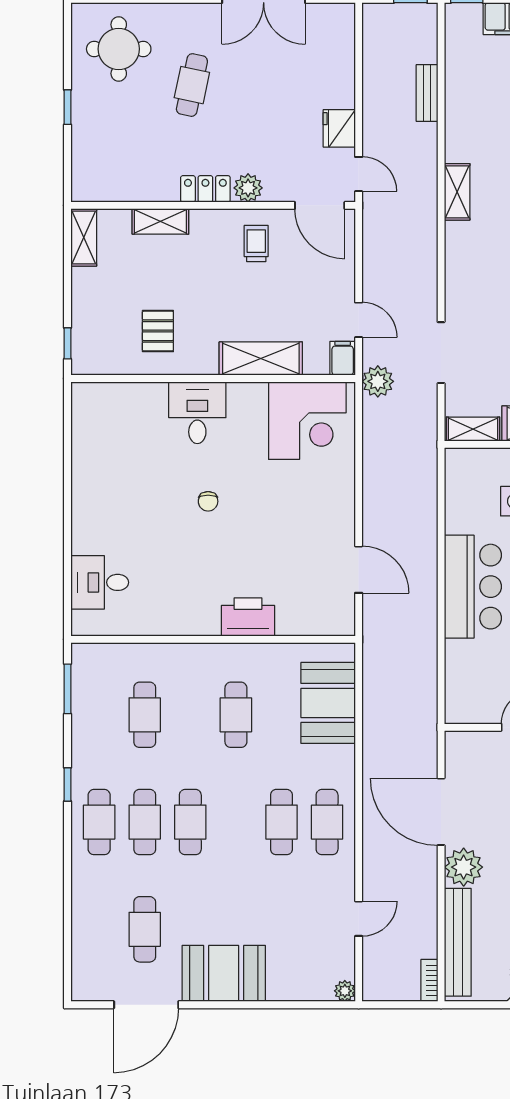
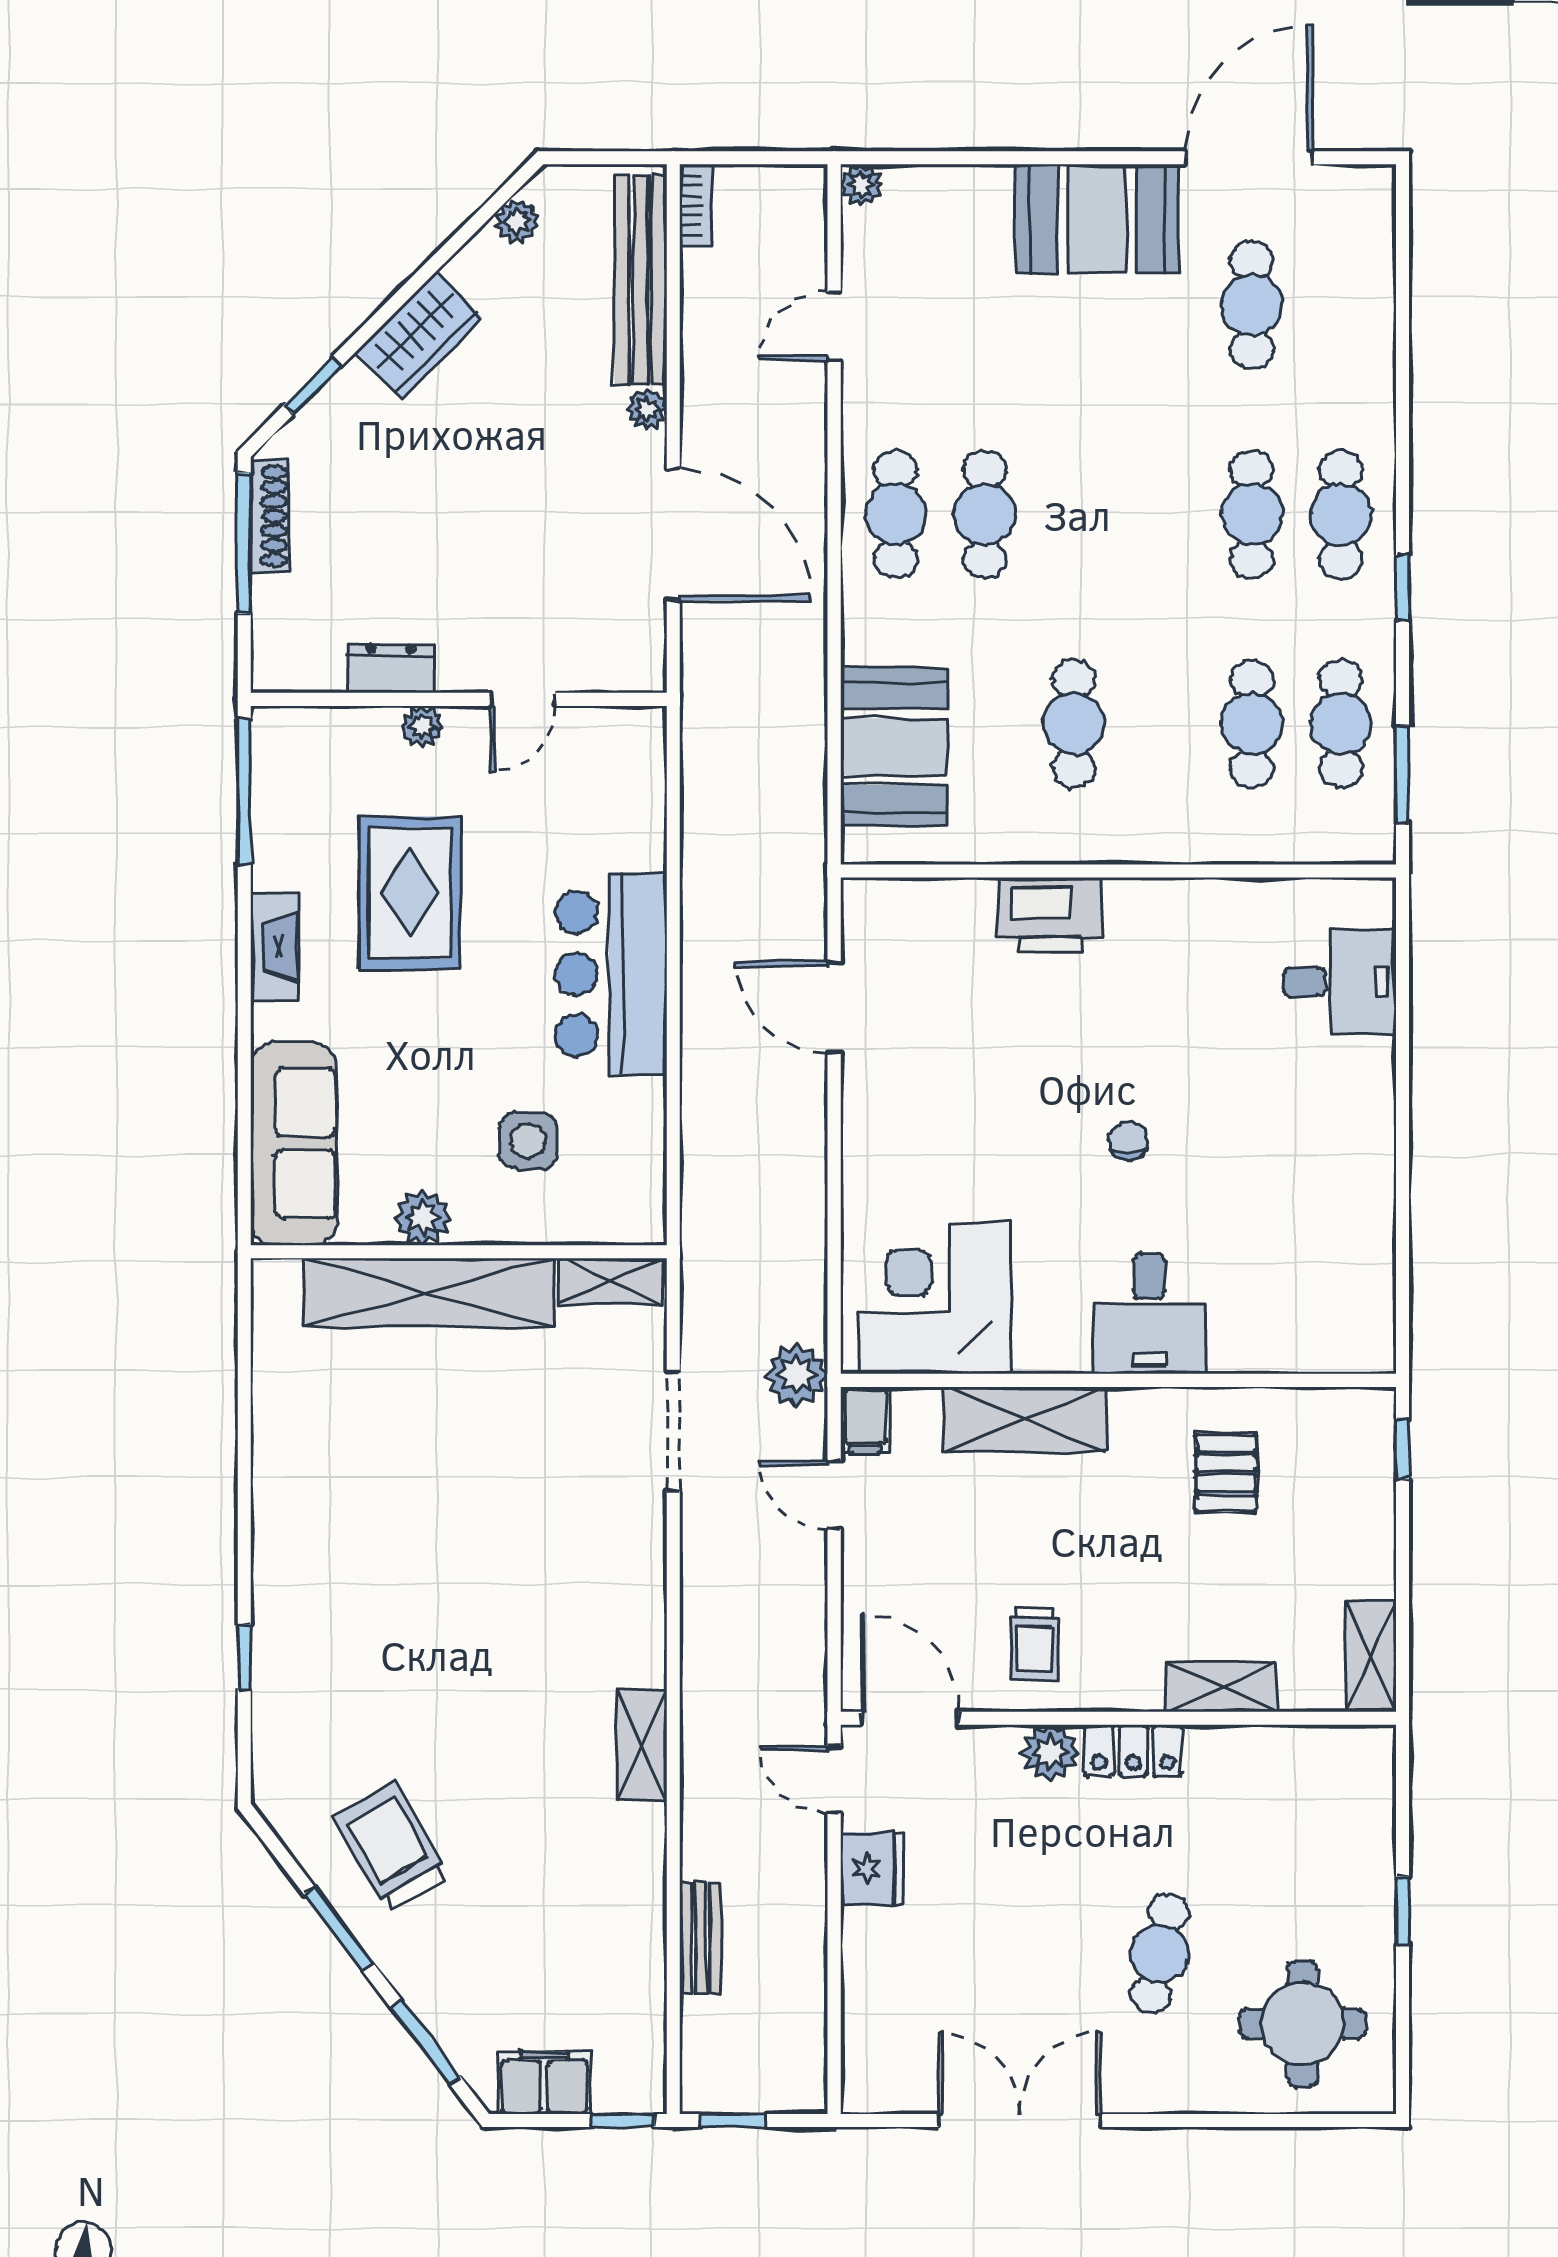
cafe table: (190, 822) -> (1341, 724), moved
plant: (464, 867) -> (647, 409), width x0.53, depth x0.53

